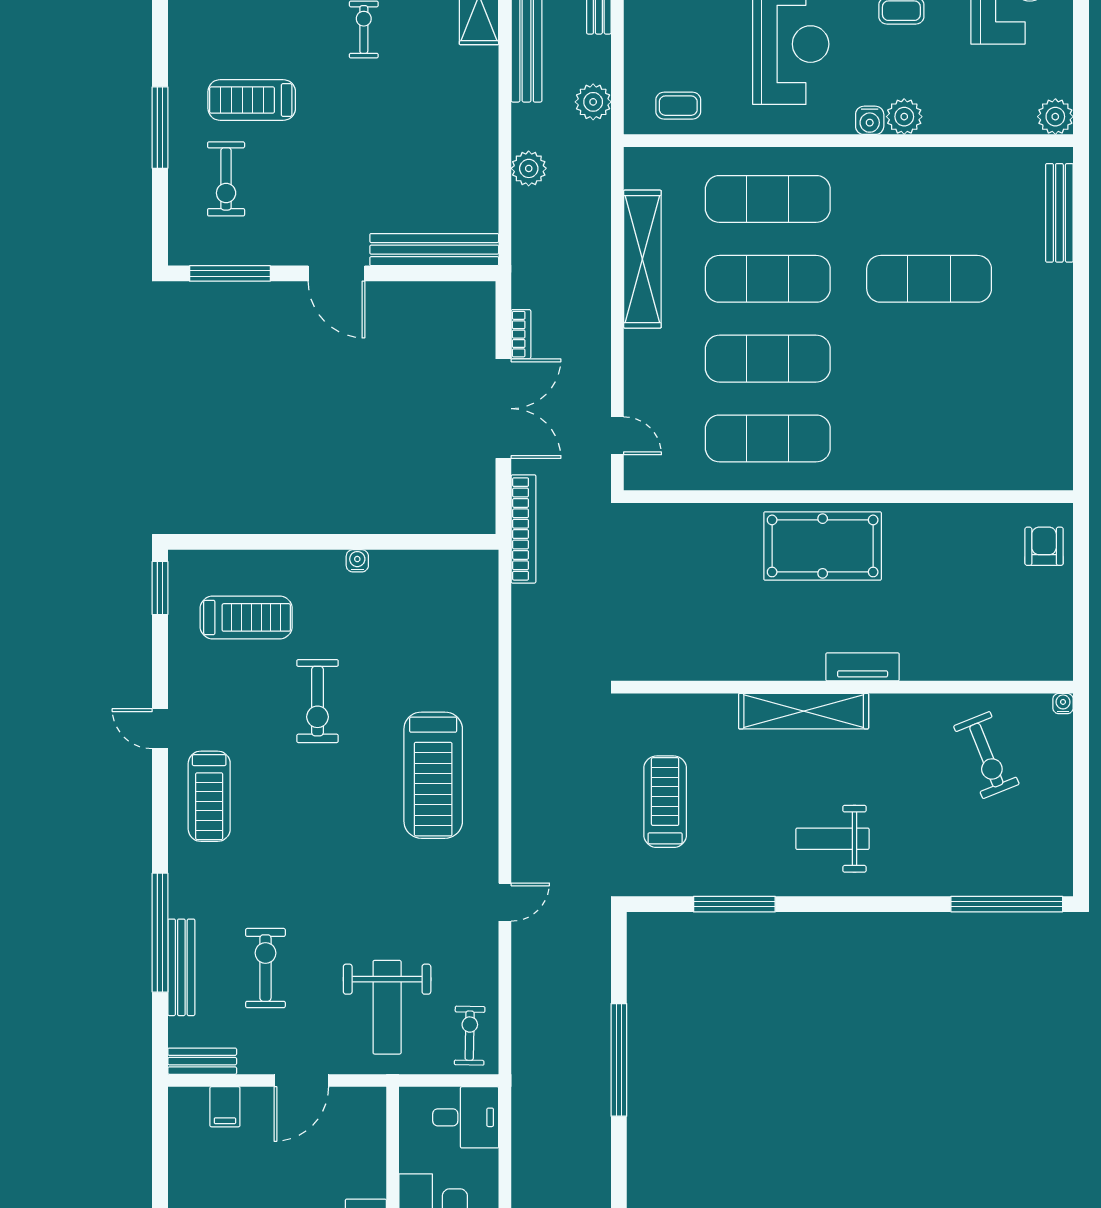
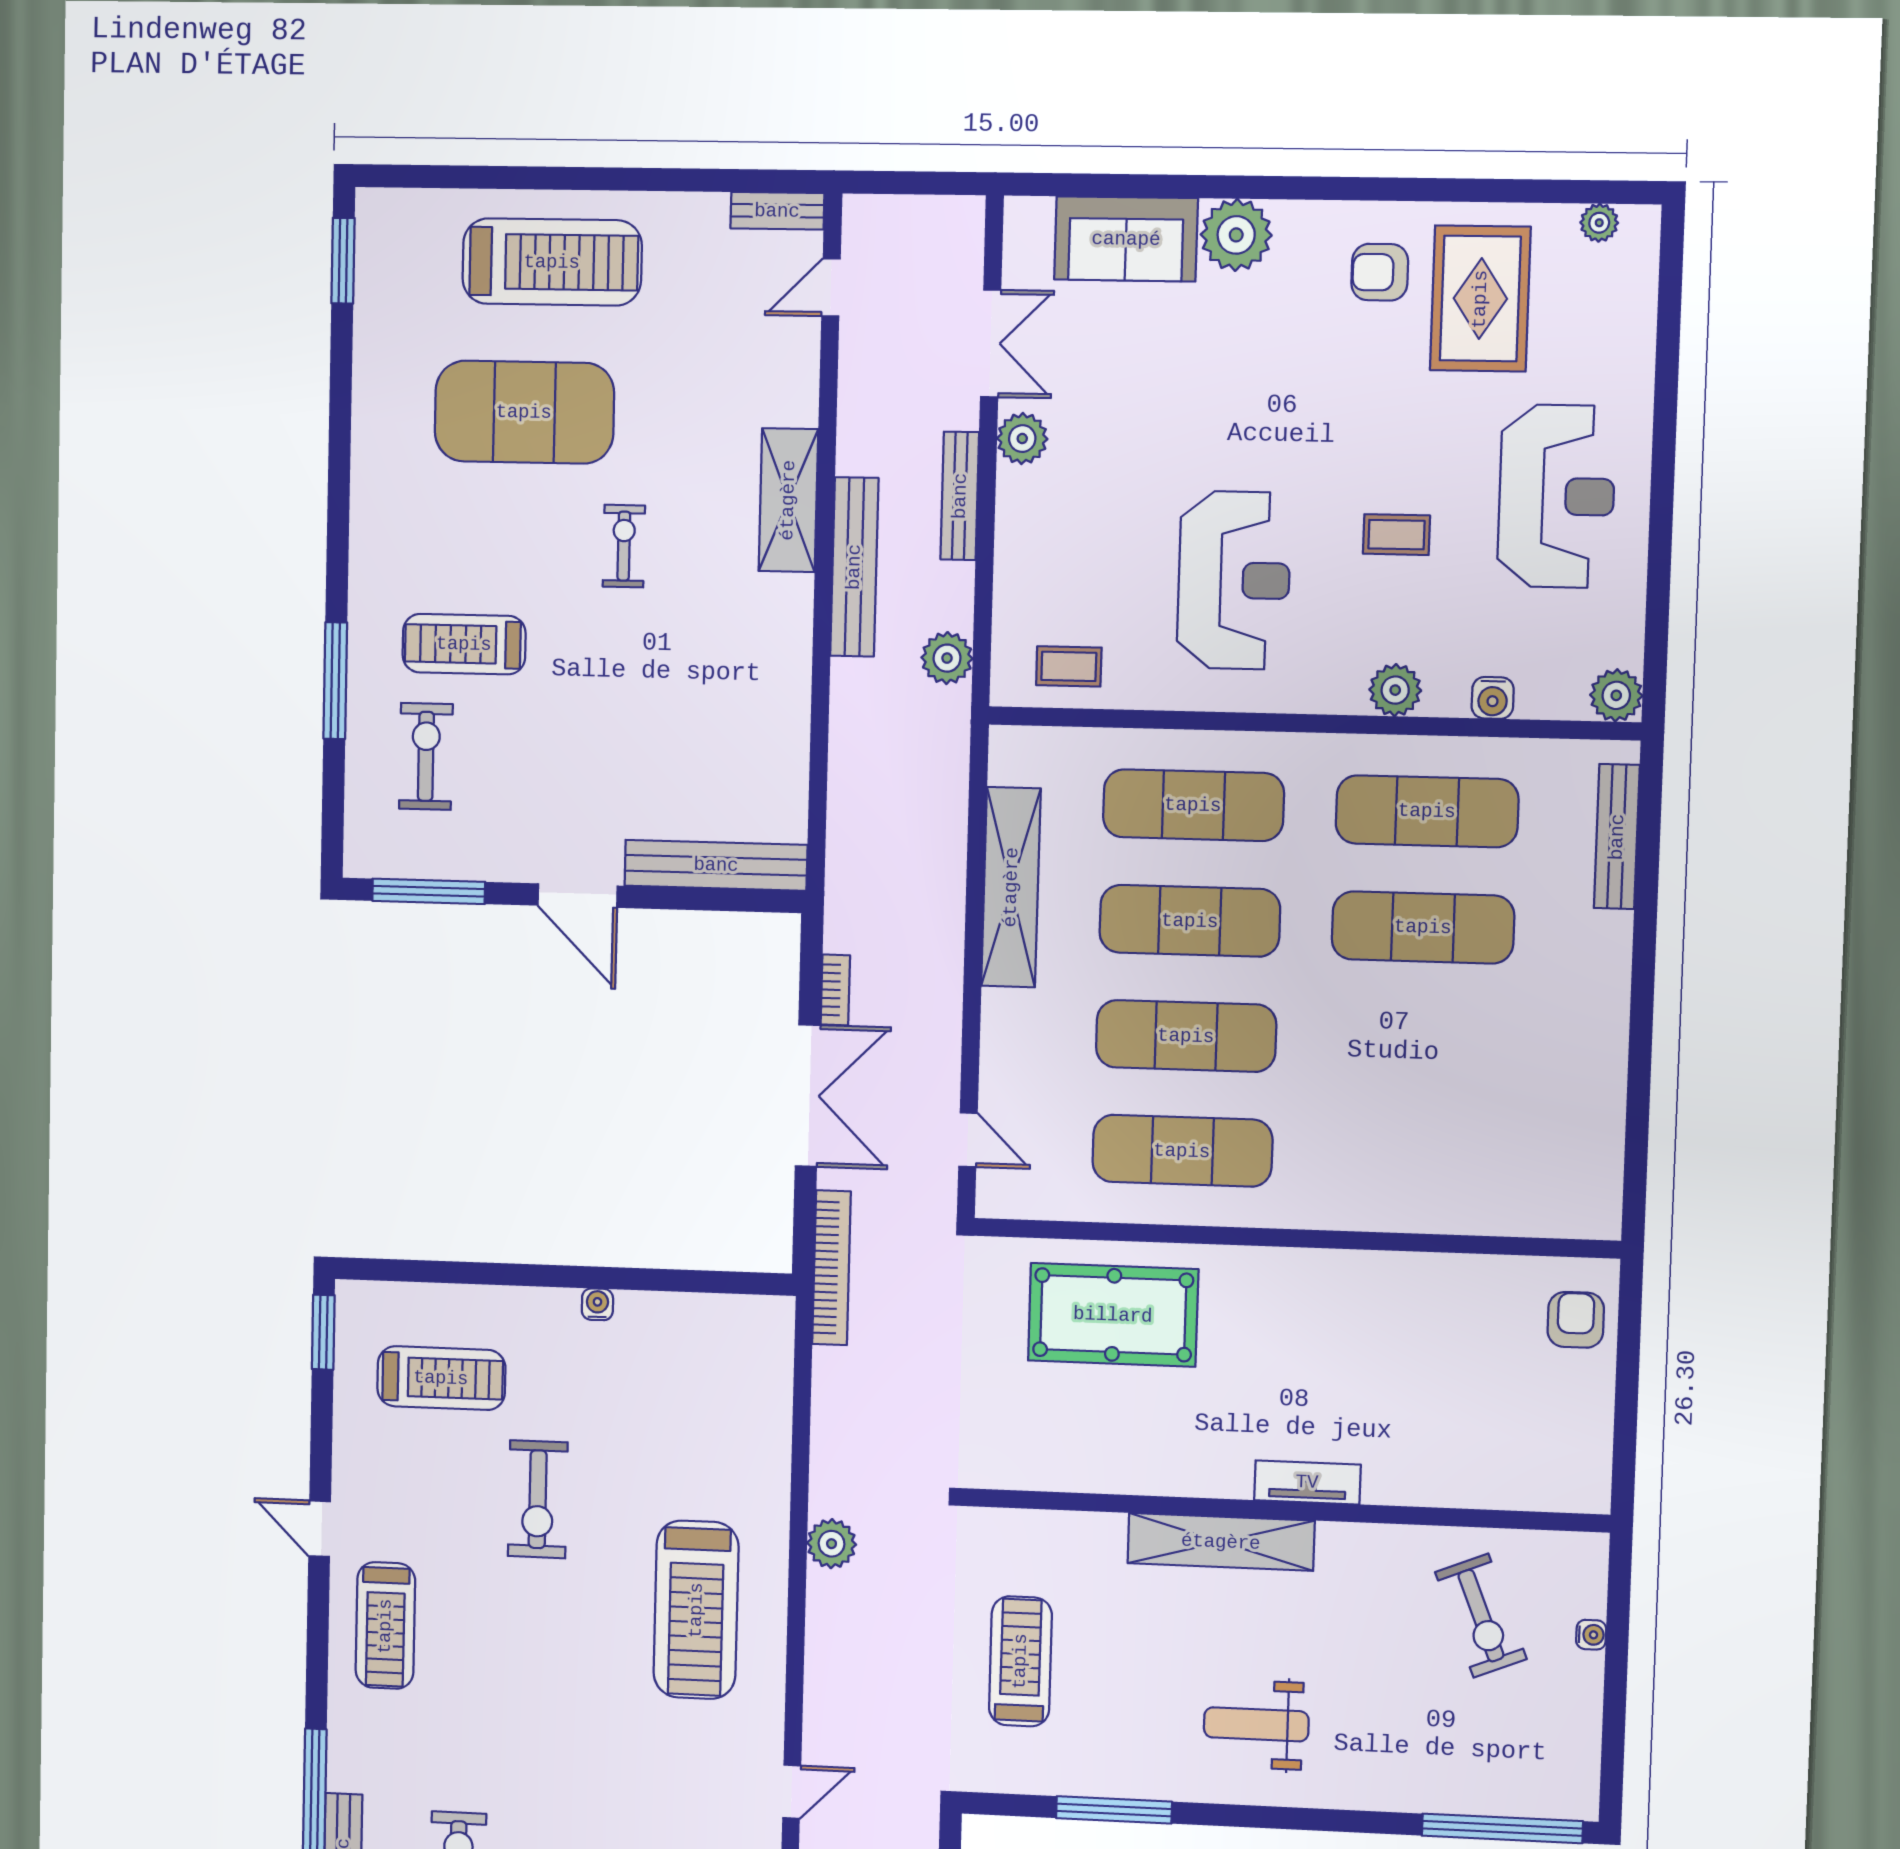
water cooler: (870, 120) -> (1493, 698), moved
plant: (529, 168) -> (832, 1544), moved
exercise bike: (226, 179) -> (426, 756), turned 180
exercise mat: (929, 199) -> (1427, 811), added
pool table: (823, 546) -> (1113, 1315), moved
water cooler: (1063, 704) -> (1591, 1635), moved, turned 90

